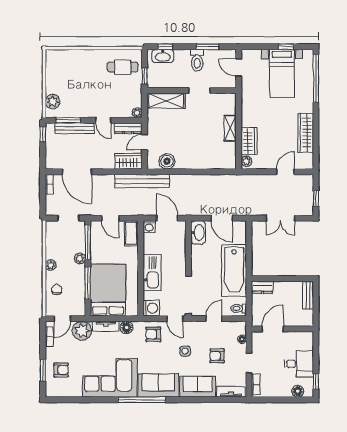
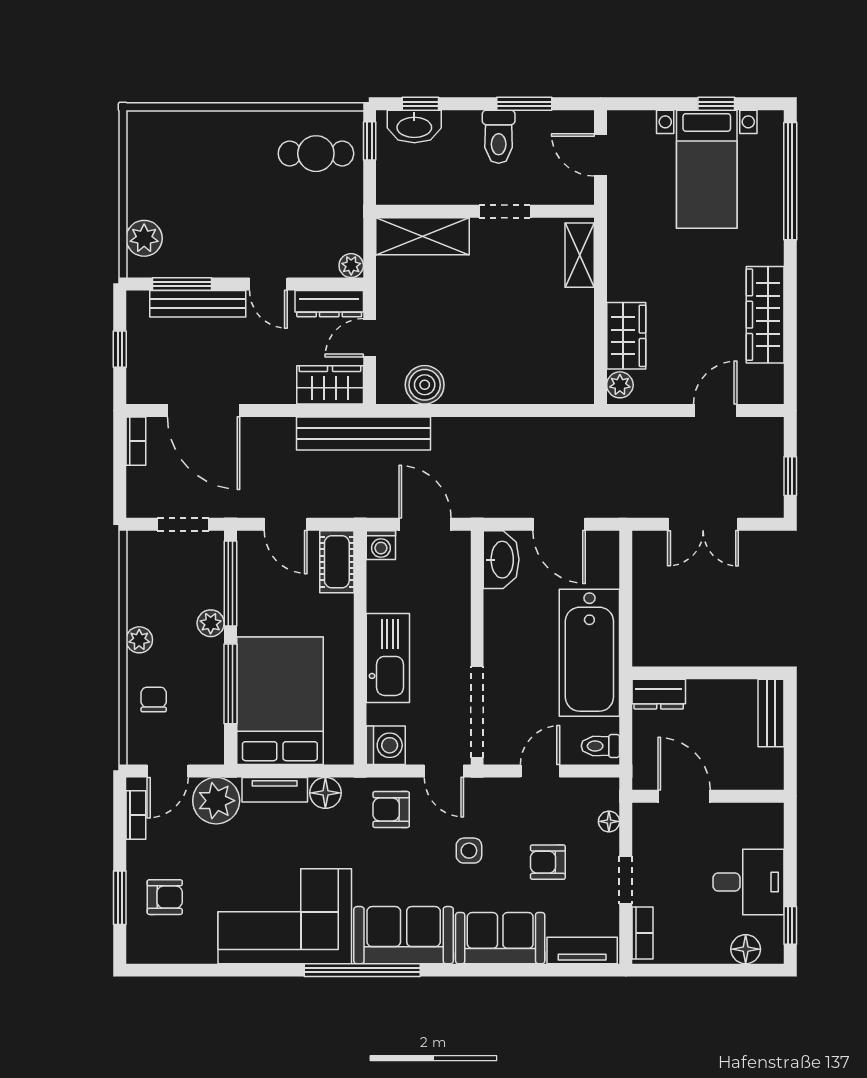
window: (145, 76) -> (370, 141), moved
shelving: (230, 128) -> (580, 255), moved
window: (43, 134) -> (120, 349), moved
door: (273, 329) -> (684, 796), hinge flipped

